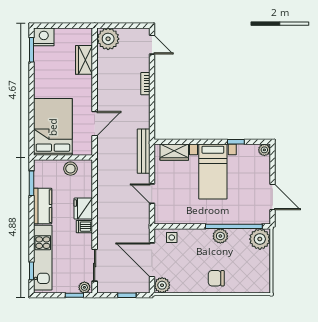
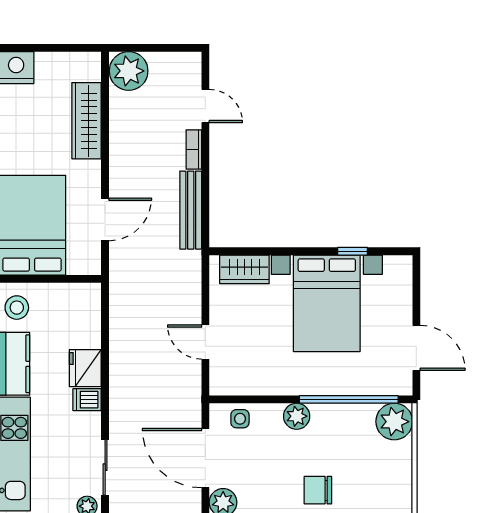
door: (152, 45) -> (205, 106), moved
wardrobe: (84, 60) -> (87, 121), width x1.50
plant: (264, 150) -> (402, 265), removed
bench: (144, 151) -> (191, 210), moved
stool: (70, 169) -> (17, 308), moved
bed with nightstands: (213, 172) -> (327, 303), width x1.36
plant: (220, 236) -> (297, 416), moved

